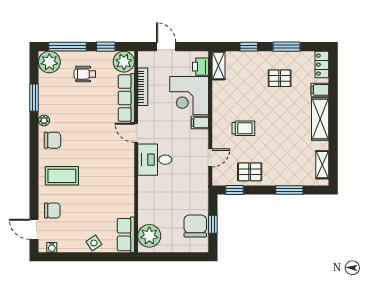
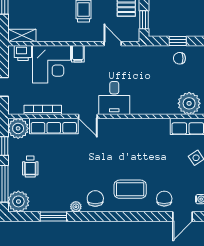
door: (136, 133) -> (88, 116), hinge flipped
coffee table: (62, 176) -> (130, 189), turned 90
chair: (195, 226) -> (179, 58), width x0.54, depth x0.54

